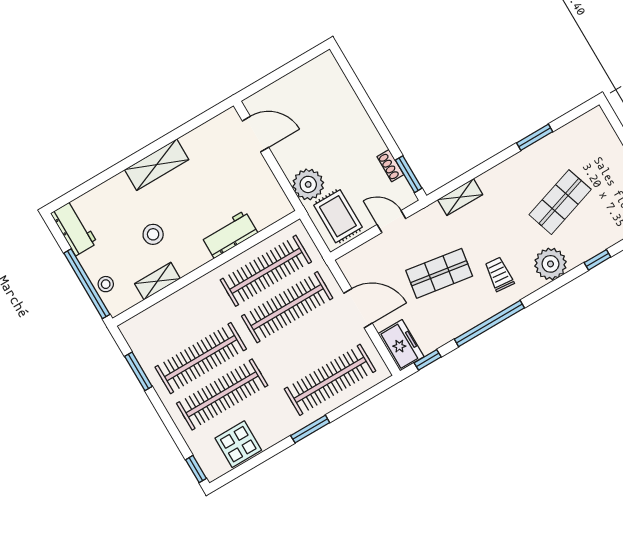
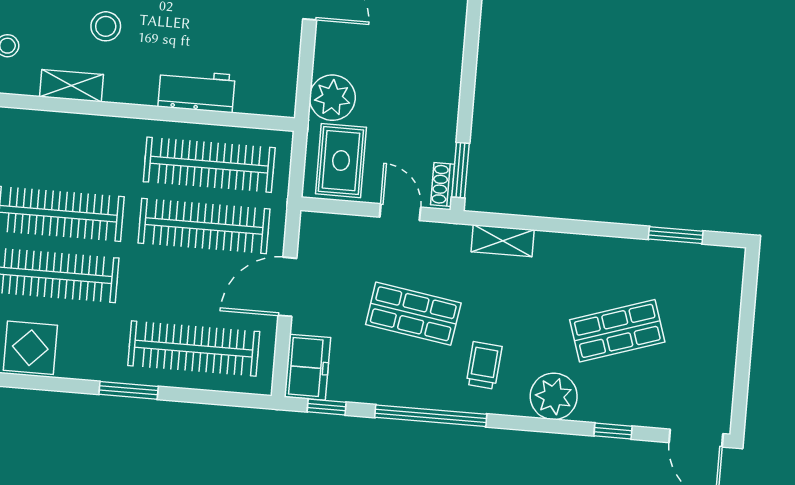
window: (535, 137) -> (676, 235), moved
shoe rack: (390, 166) -> (443, 184), moved
door: (358, 308) -> (287, 287), swing flipped

